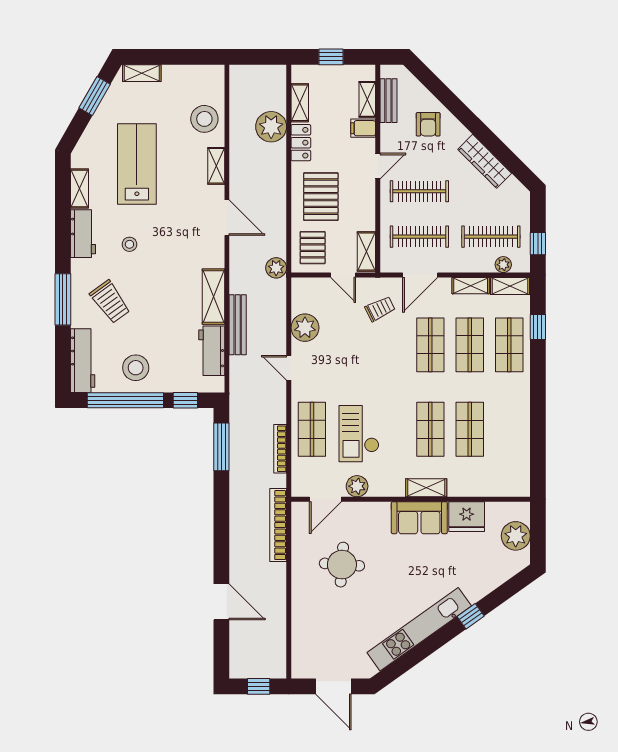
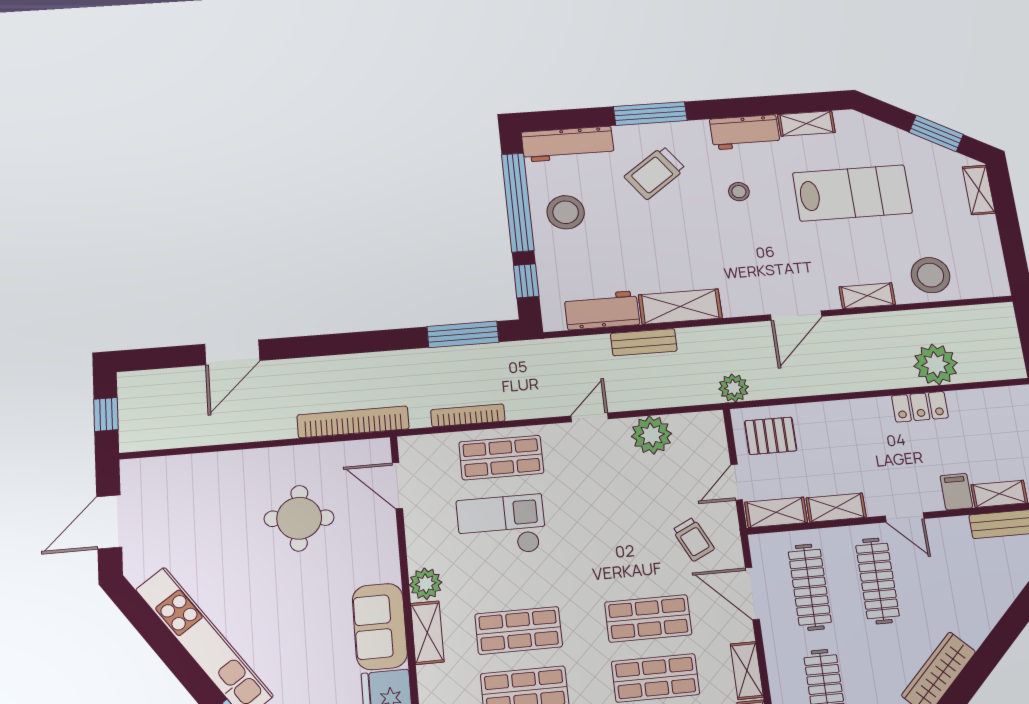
shelving: (300, 103) -> (836, 508), moved
armchair: (428, 124) -> (979, 584), removed
pallet: (321, 197) -> (847, 441), removed
bench: (238, 325) -> (644, 342), width x0.73
plant: (357, 486) -> (426, 584), moved

